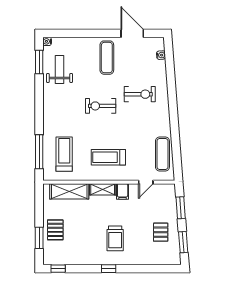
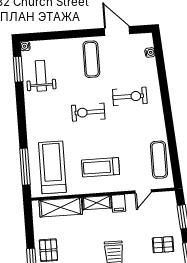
treadmill: (64, 154) -> (52, 167), width x1.37, depth x1.38
pallet: (161, 232) -> (163, 245), turned 90

